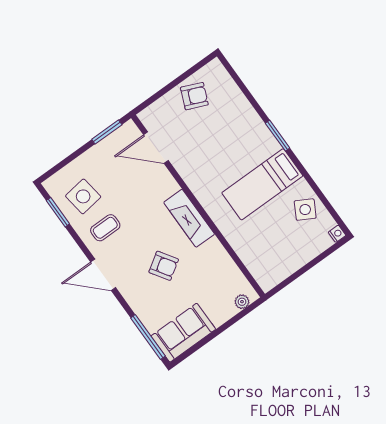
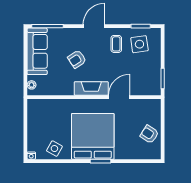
armchair: (194, 96) -> (149, 134), turned 100
door: (156, 148) -> (119, 97), moved
bed: (262, 184) -> (93, 136), width x2.04
sofa: (183, 333) -> (37, 51), width x1.36

